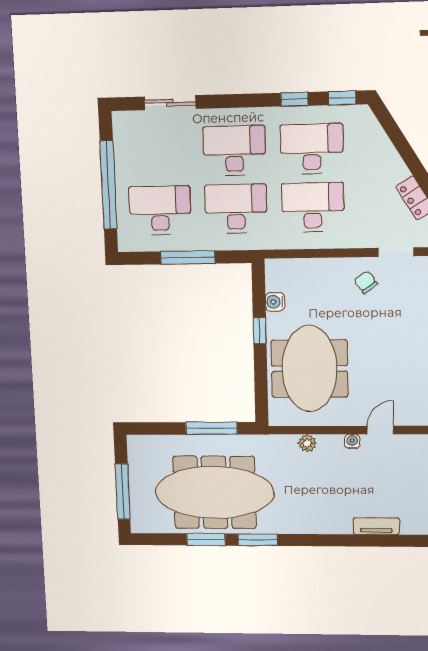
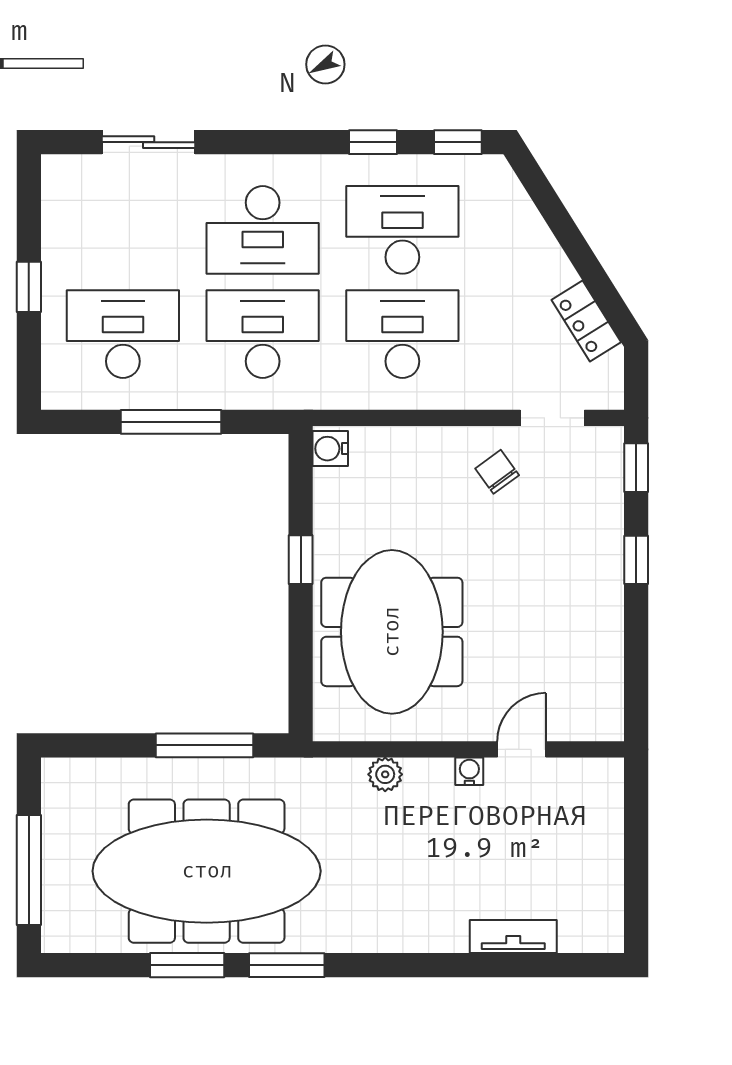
desk: (234, 151) -> (263, 230), turned 180
window: (108, 185) -> (29, 287), width x0.32
water cooler: (275, 302) -> (330, 449), moved

